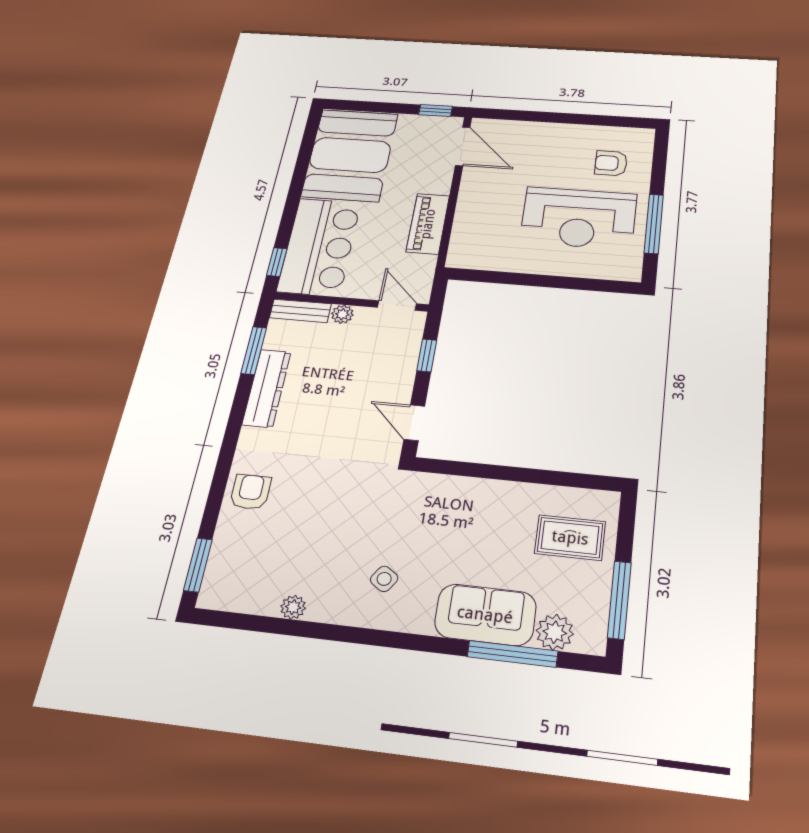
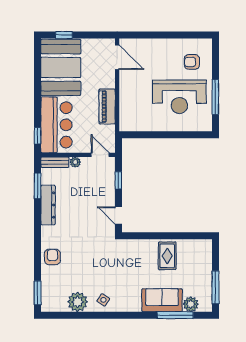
window: (436, 110) -> (64, 35), moved
rug: (570, 538) -> (167, 256), moved, turned 90
side table: (384, 579) -> (103, 300), moved
plant: (293, 607) -> (78, 302), width x1.87, depth x1.87

